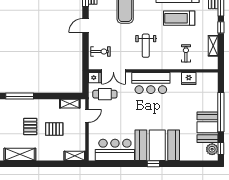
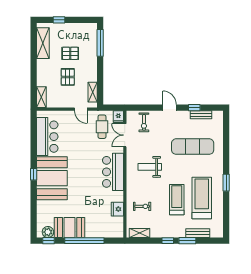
shelving: (213, 46) -> (139, 233), moved

